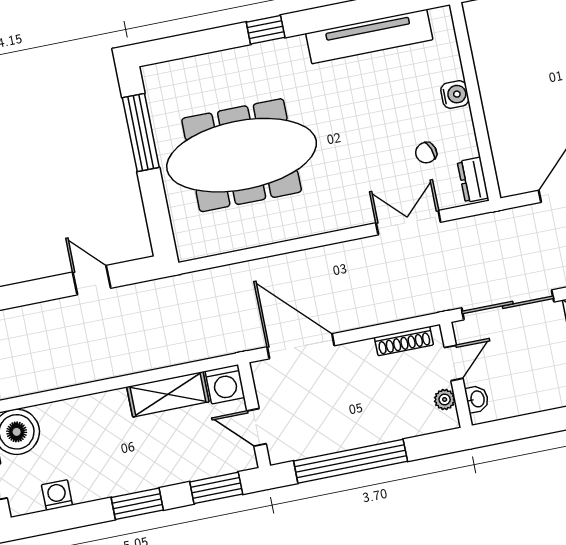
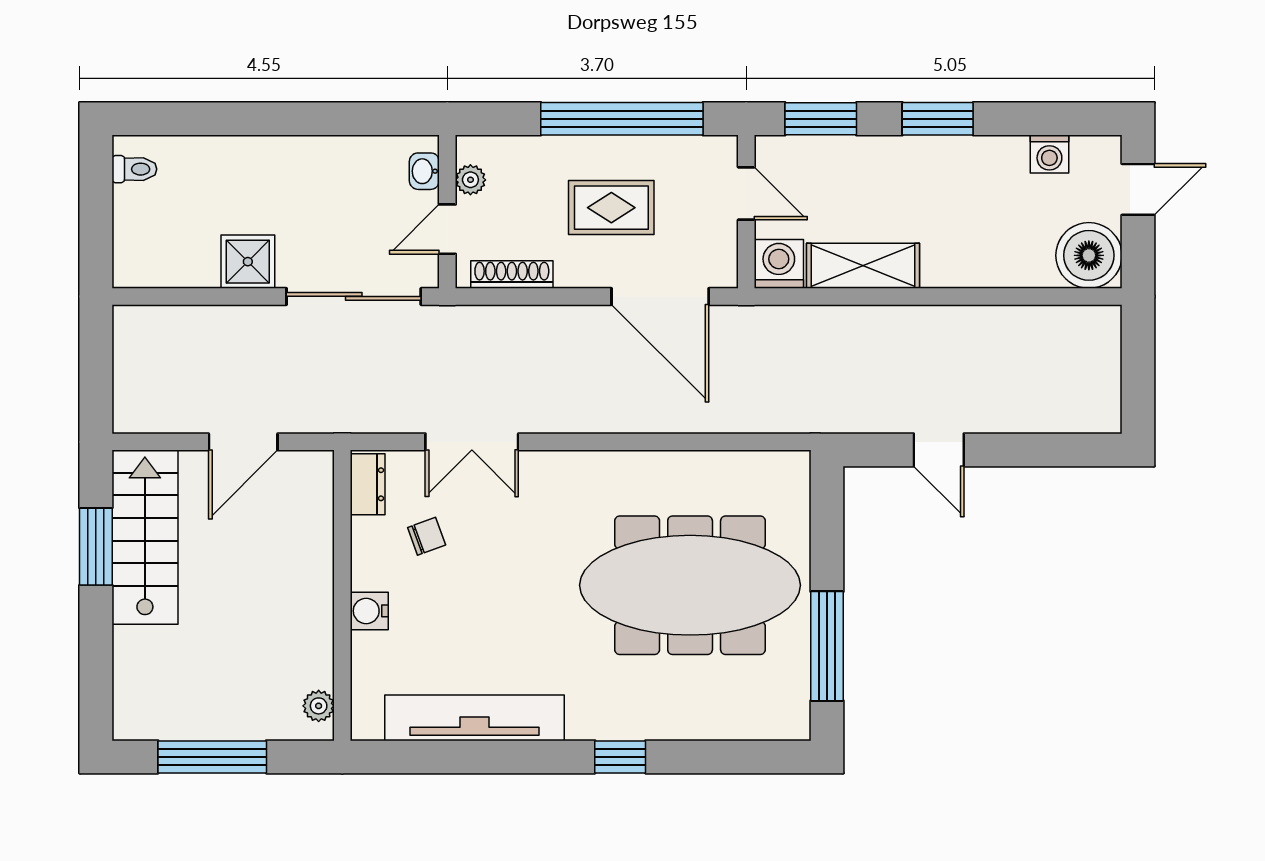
plant: (476, 24) -> (319, 706), added
rug: (346, 400) -> (611, 208), added

